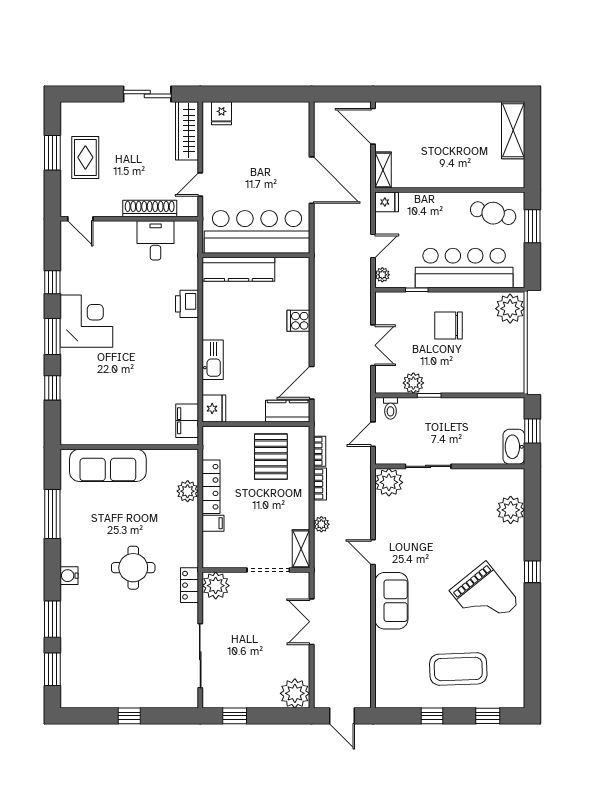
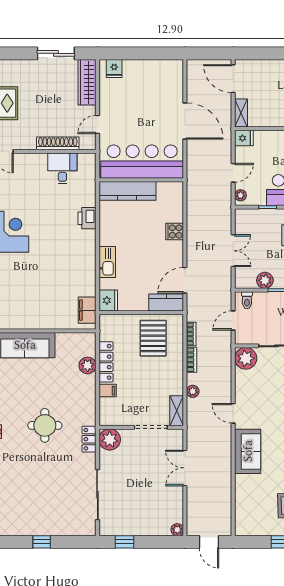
plant: (295, 693) -> (177, 530), width x0.53, depth x0.53

